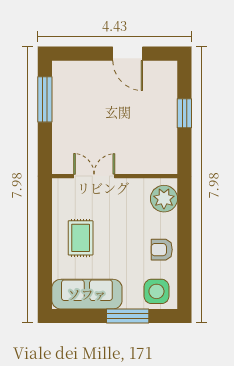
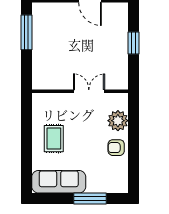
double door: (94, 176) -> (89, 91), moved
plant: (164, 199) -> (118, 121), moved
side table: (156, 291) -> (112, 180), removed

